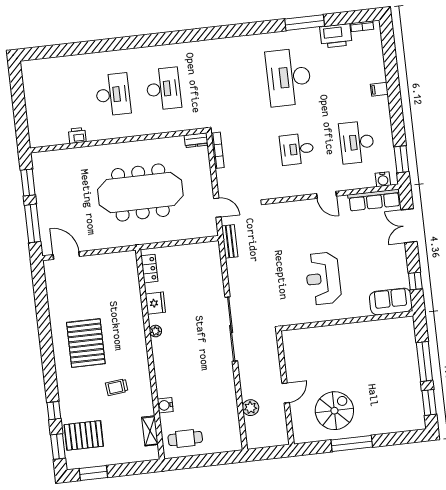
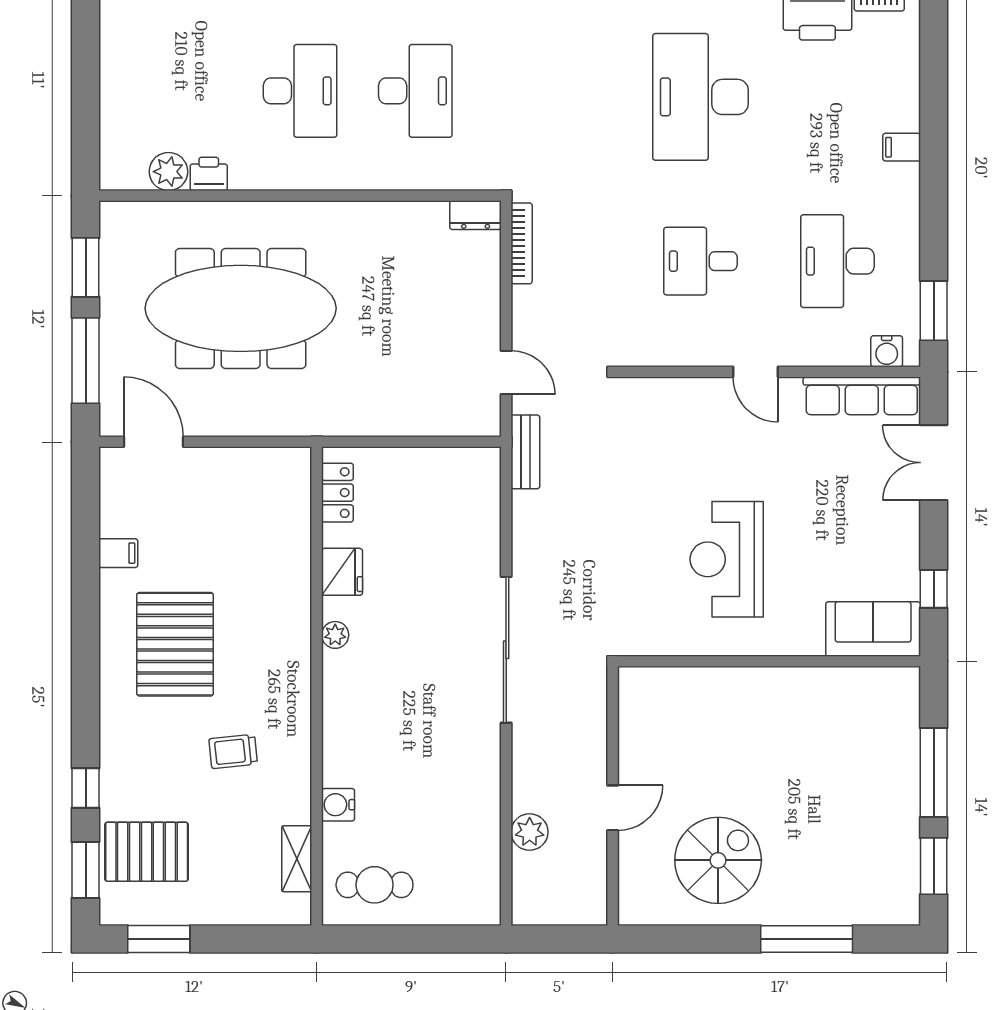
plant: (59, 136) -> (168, 172), added
meeting table: (140, 193) -> (241, 308), moved
filing cabinet: (56, 306) -> (118, 553), added
window: (352, 444) -> (807, 939), moved

